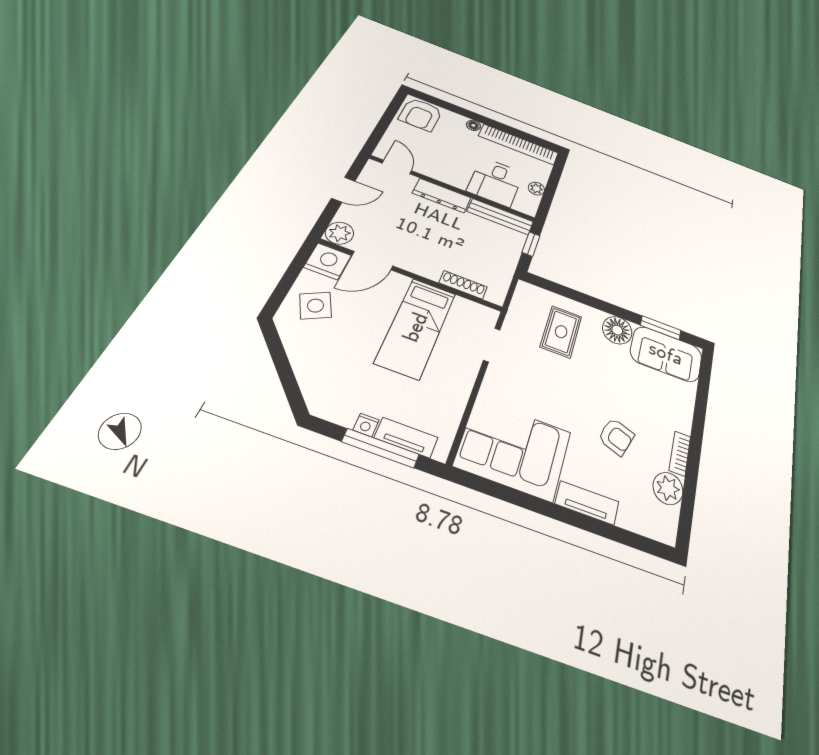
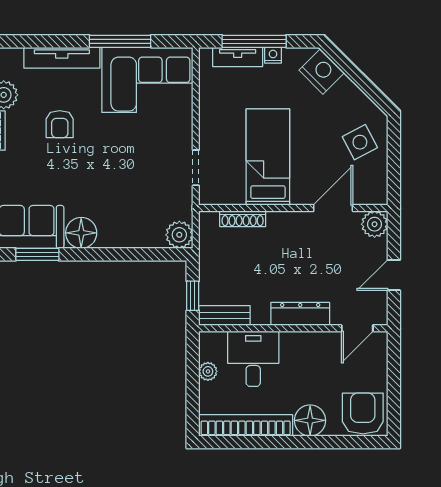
floor lamp: (473, 125) -> (310, 420), width x1.89, depth x1.89
door: (397, 167) -> (357, 328), hinge flipped
bench: (500, 217) -> (224, 316), width x0.73
nightstand: (328, 261) -> (322, 71), moved, turned -135
plant: (527, 294) -> (179, 235), added
rug: (561, 332) -> (136, 208), removed
armchair: (616, 437) -> (60, 124), turned -109
window: (531, 503) -> (120, 41), added
tv unit: (587, 503) -> (62, 58), width x1.41

